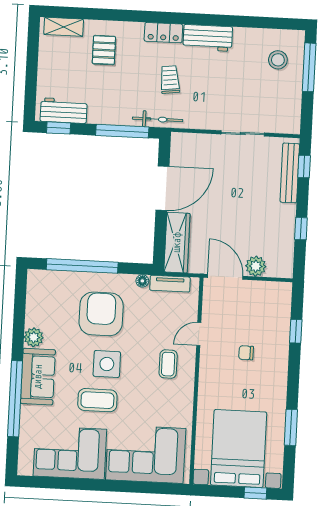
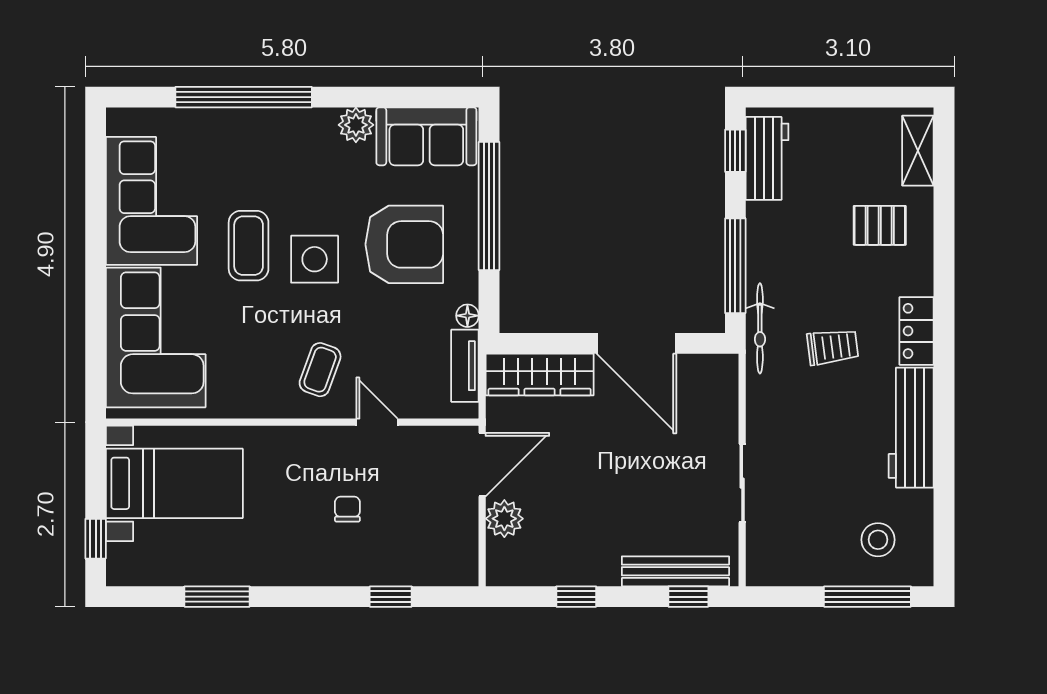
workbench: (208, 38) -> (911, 428), width x1.37
coffee table: (168, 364) -> (320, 370), turned -70
sofa: (38, 377) -> (426, 136), moved
bed with nightstands: (239, 449) -> (174, 483), width x0.73

